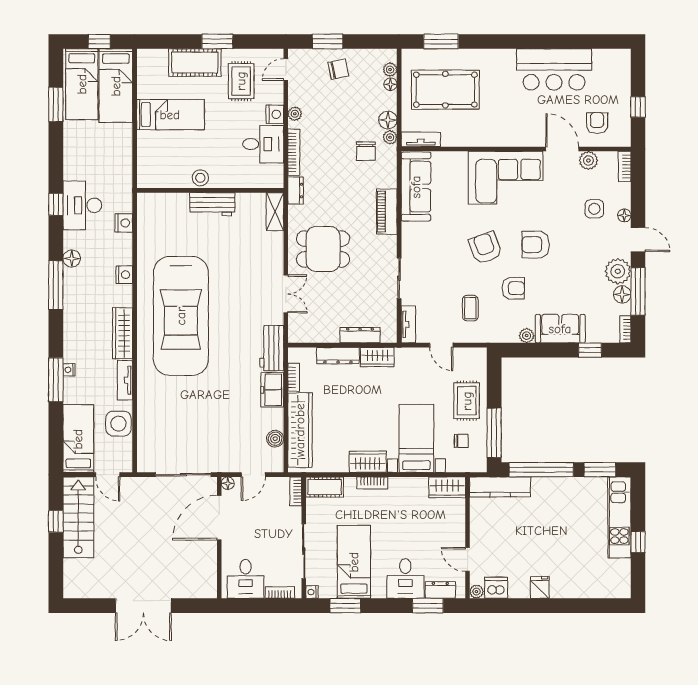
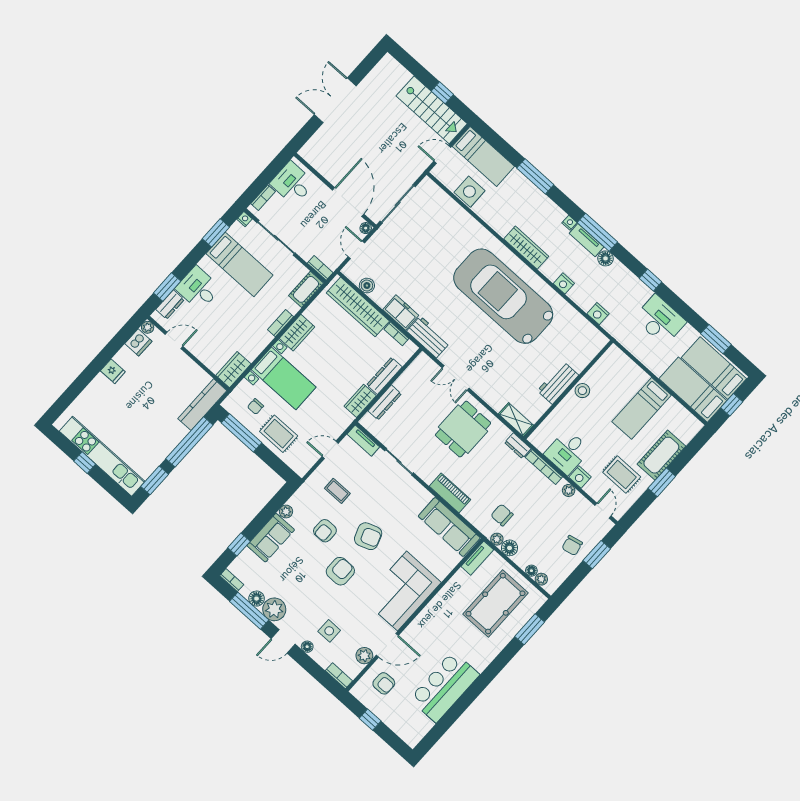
desk: (82, 205) -> (660, 320), moved
nightstand: (69, 370) -> (569, 223), moved
tv unit: (125, 380) -> (586, 240), moved, turned 180
kitchen unit: (619, 517) -> (102, 456), width x1.36

